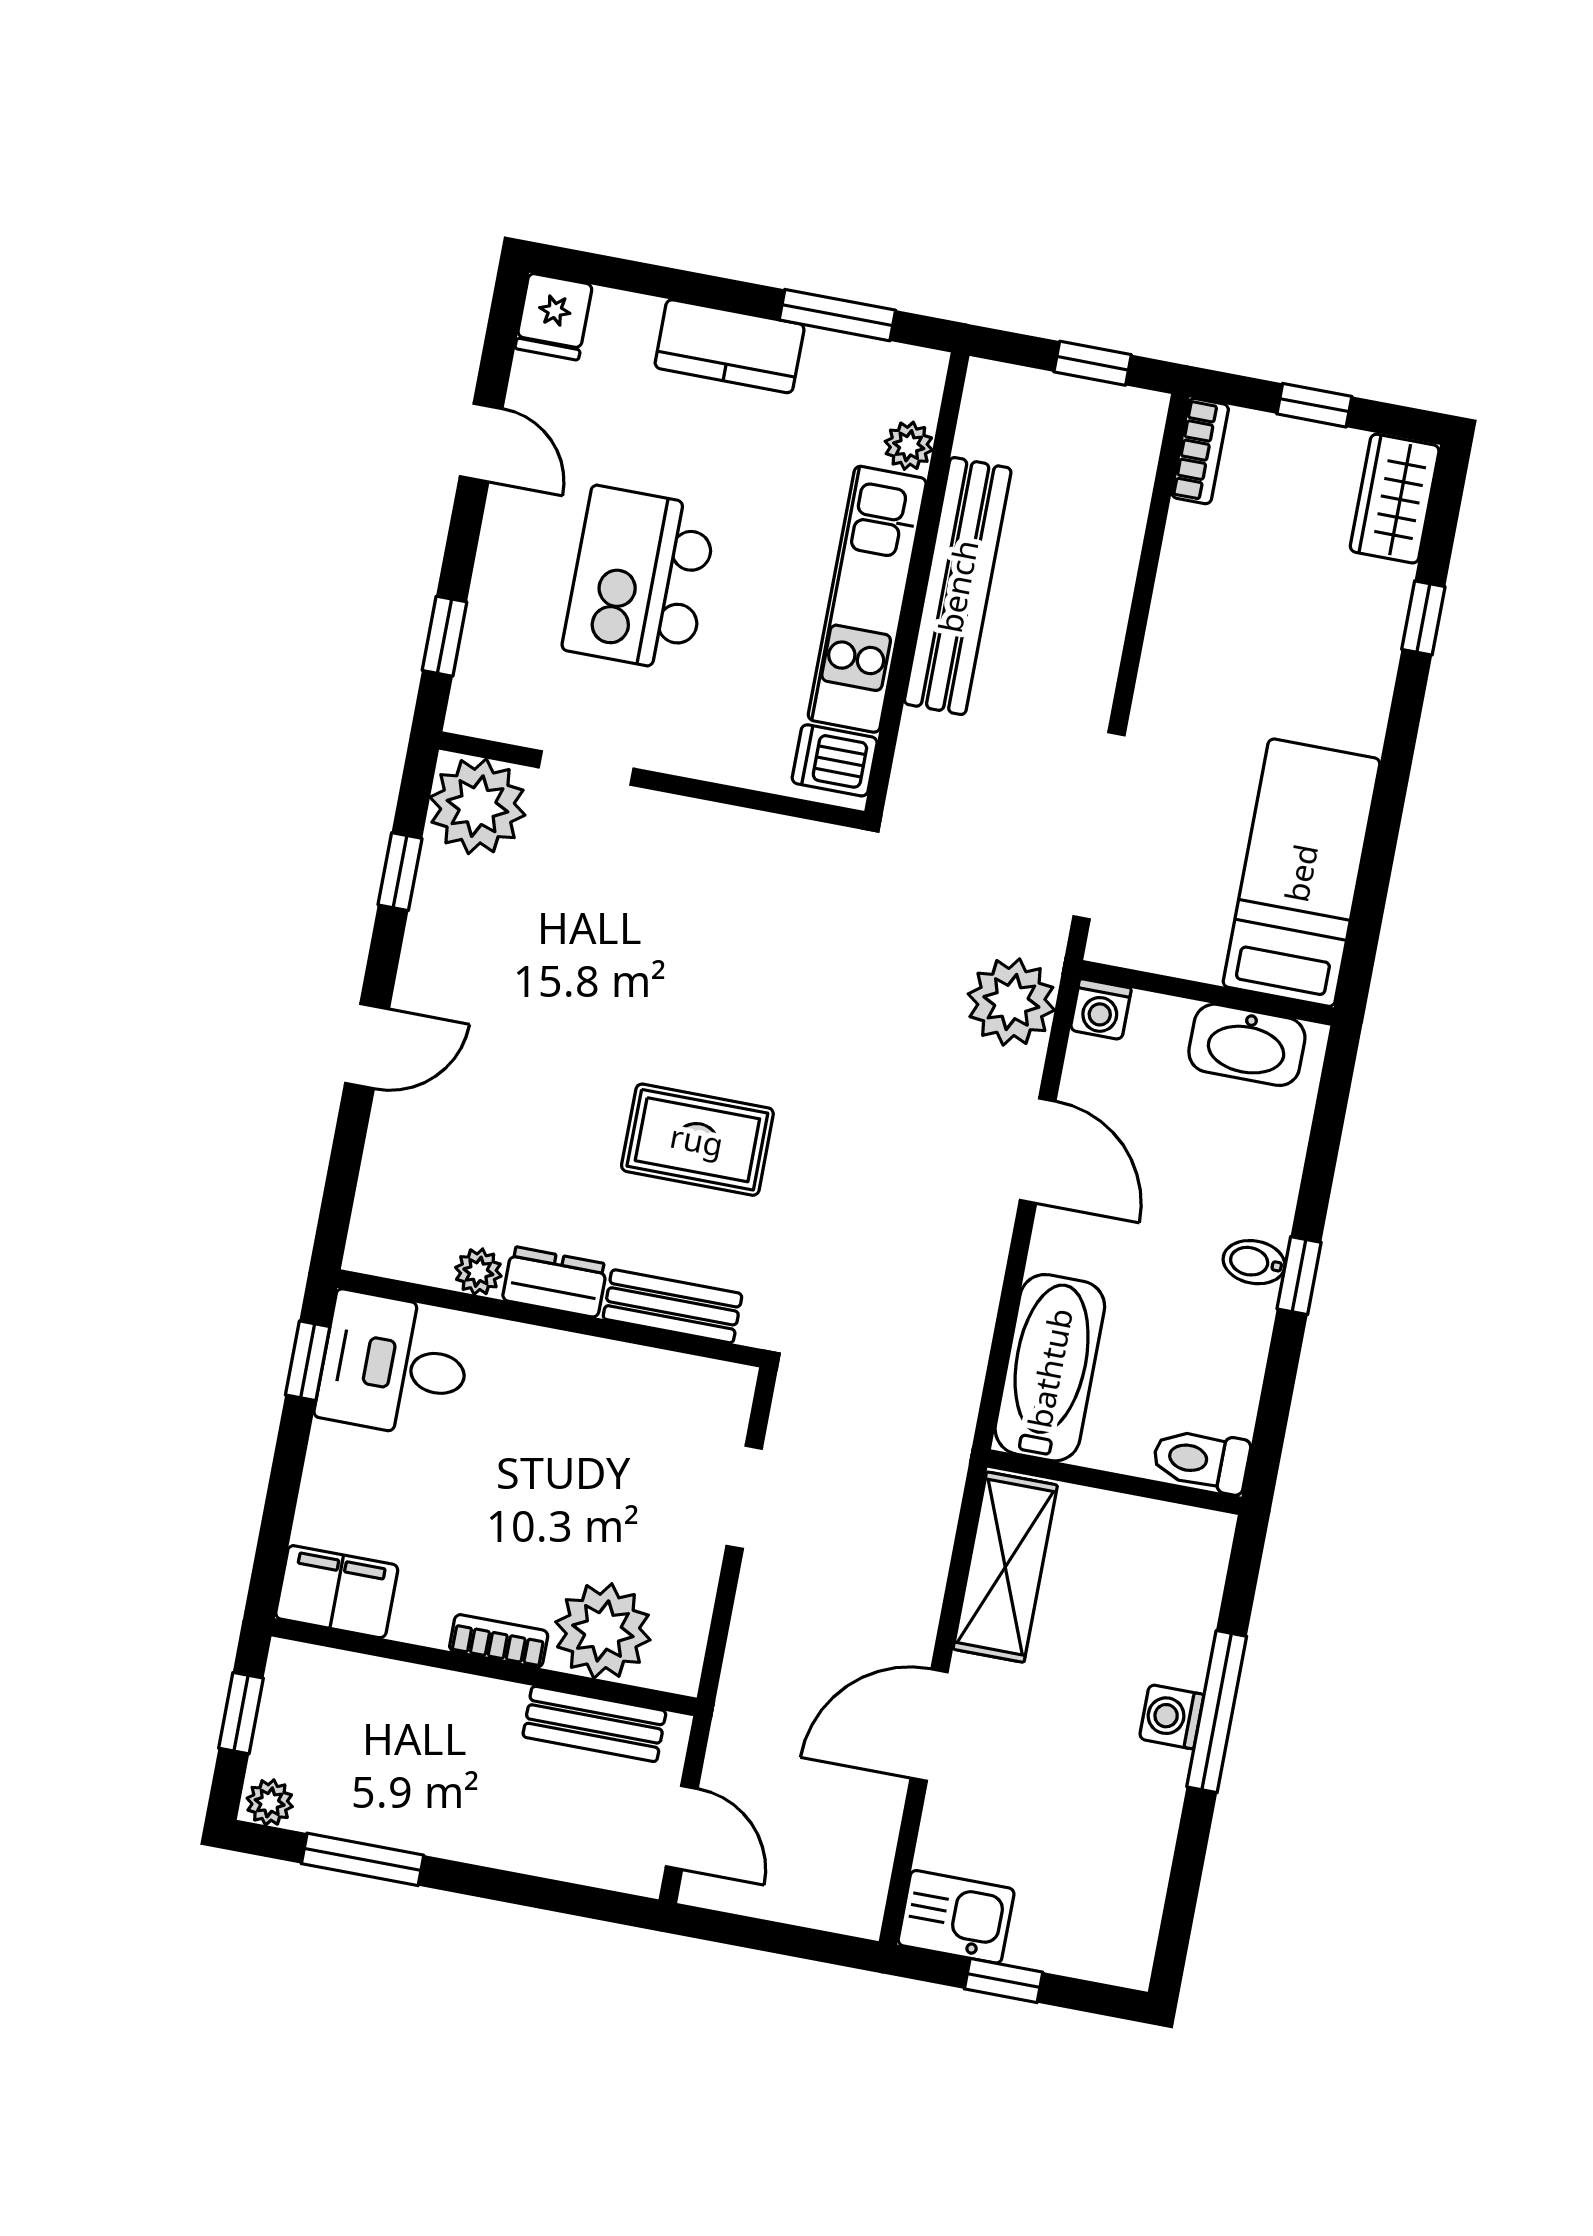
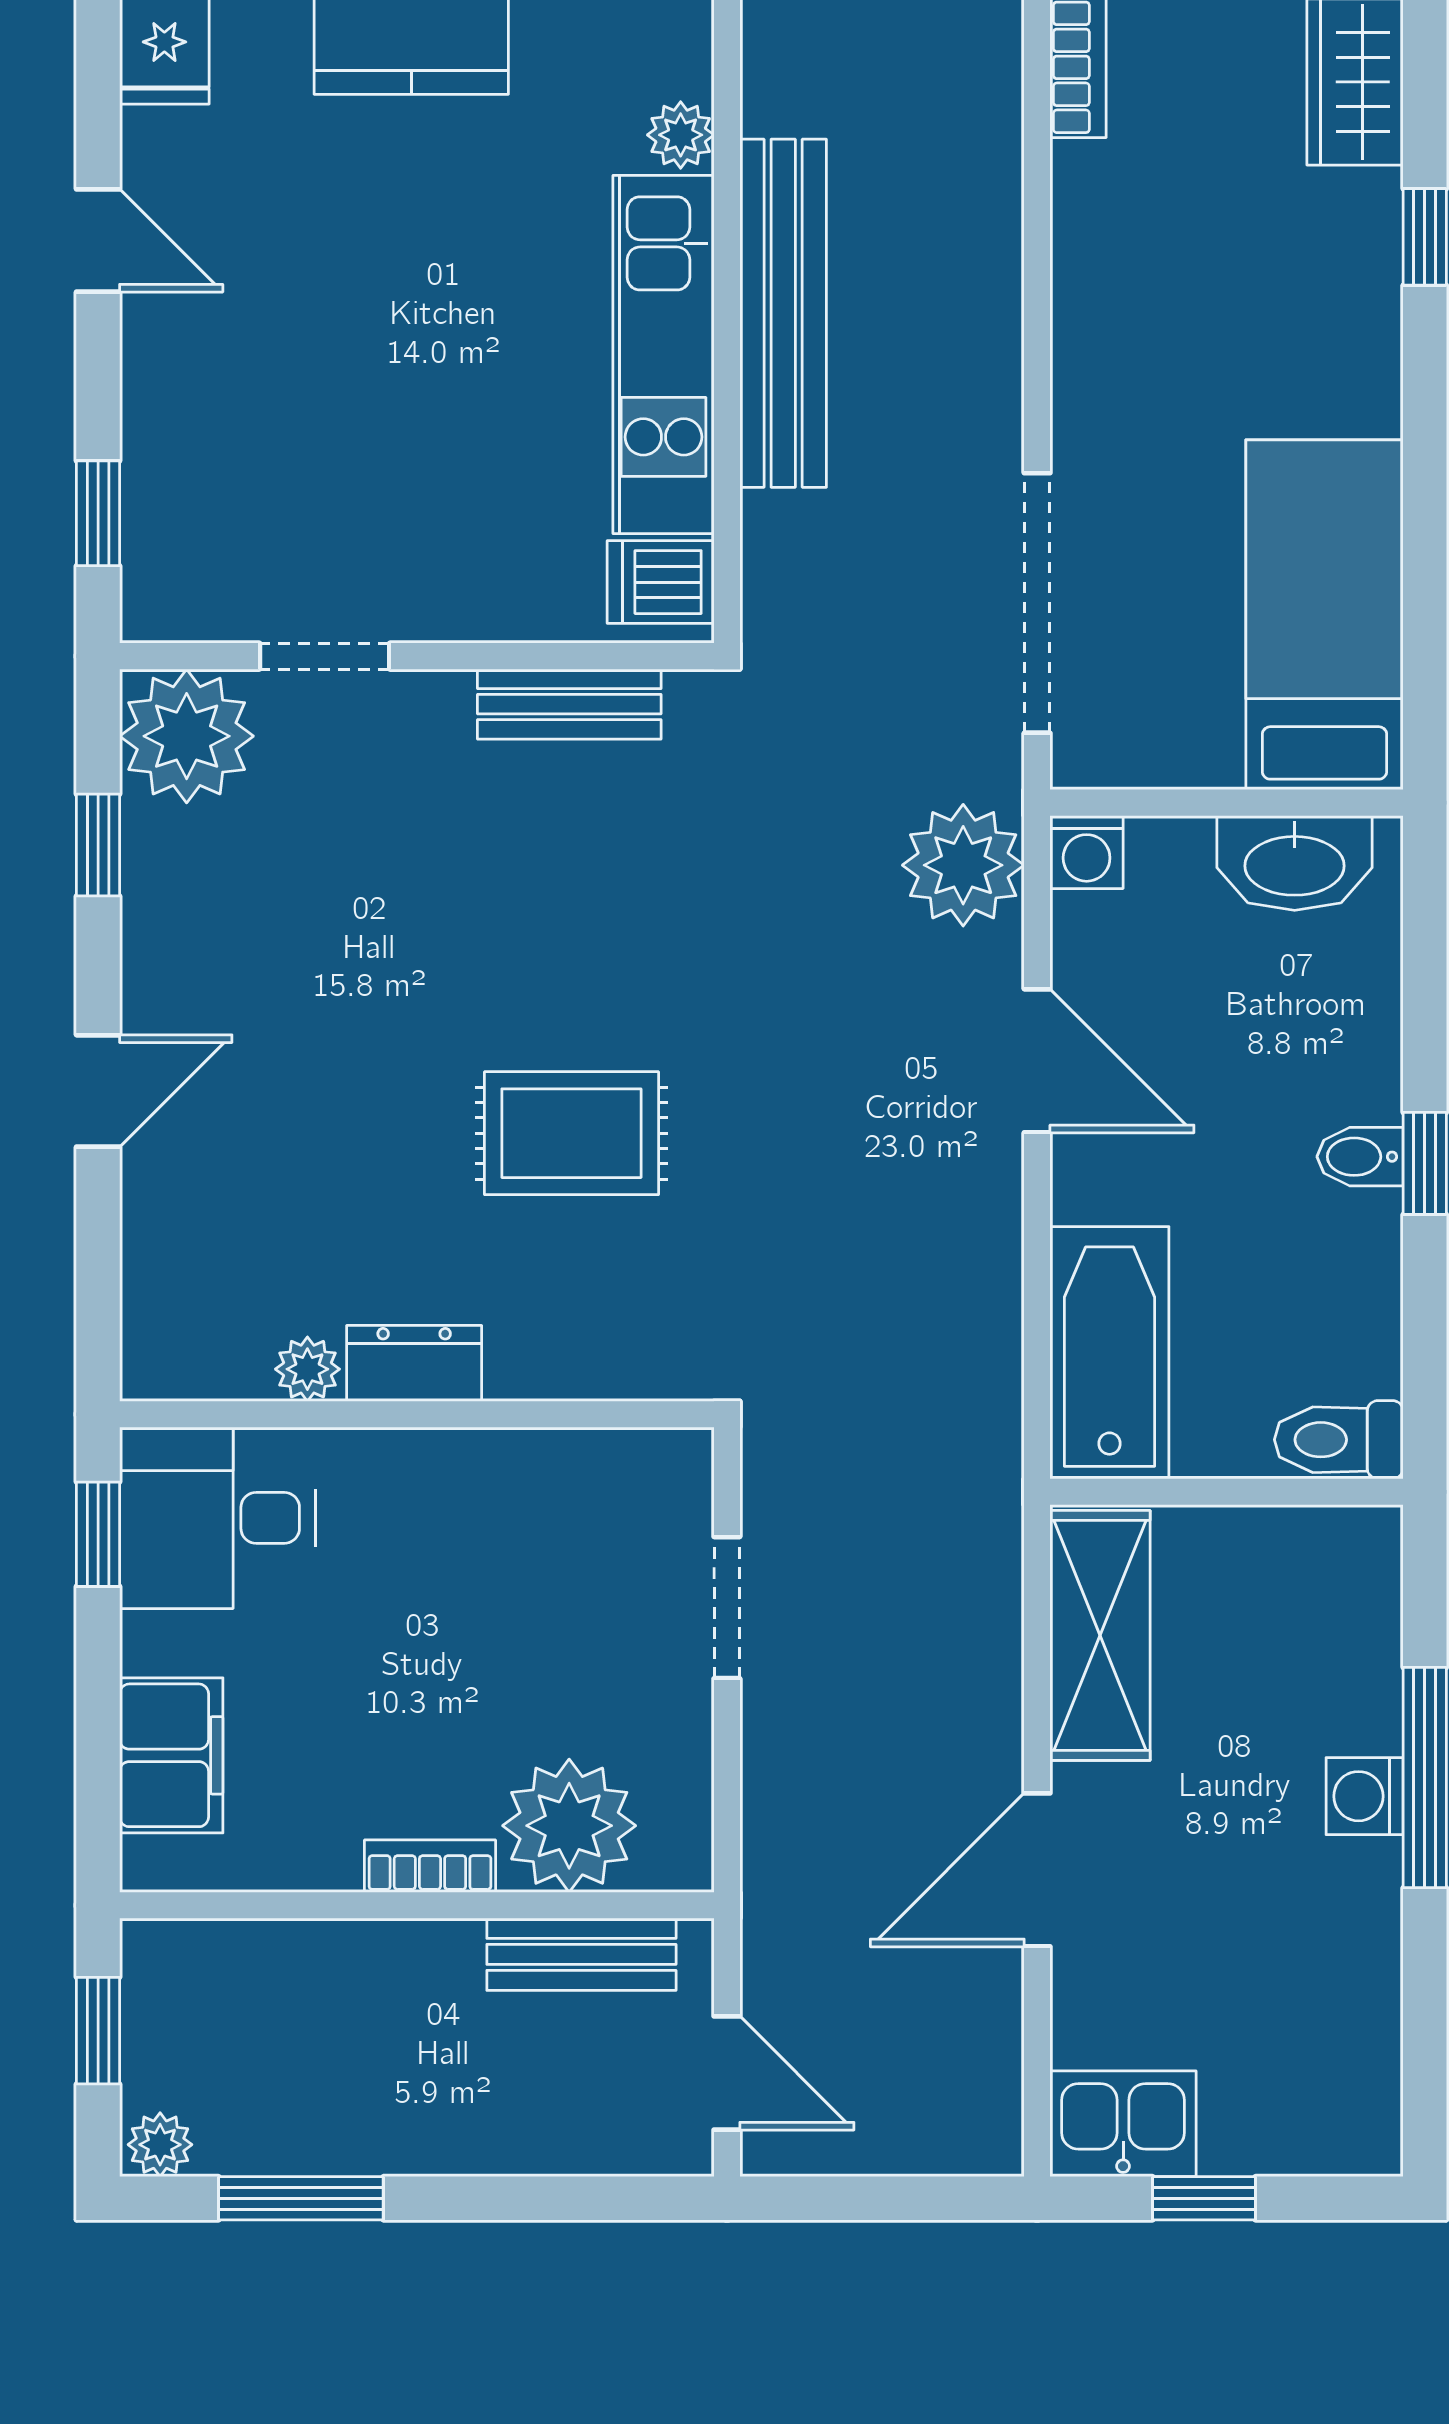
kitchen island: (640, 579) -> (349, 385), removed
bench: (672, 1306) -> (569, 704), moved
filing cabinet: (337, 1592) -> (171, 1755), moved, turned 90

